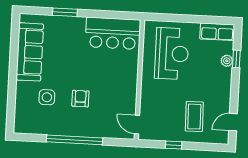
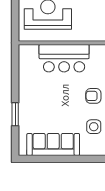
bar counter: (113, 33) -> (64, 58), moved, turned 90

